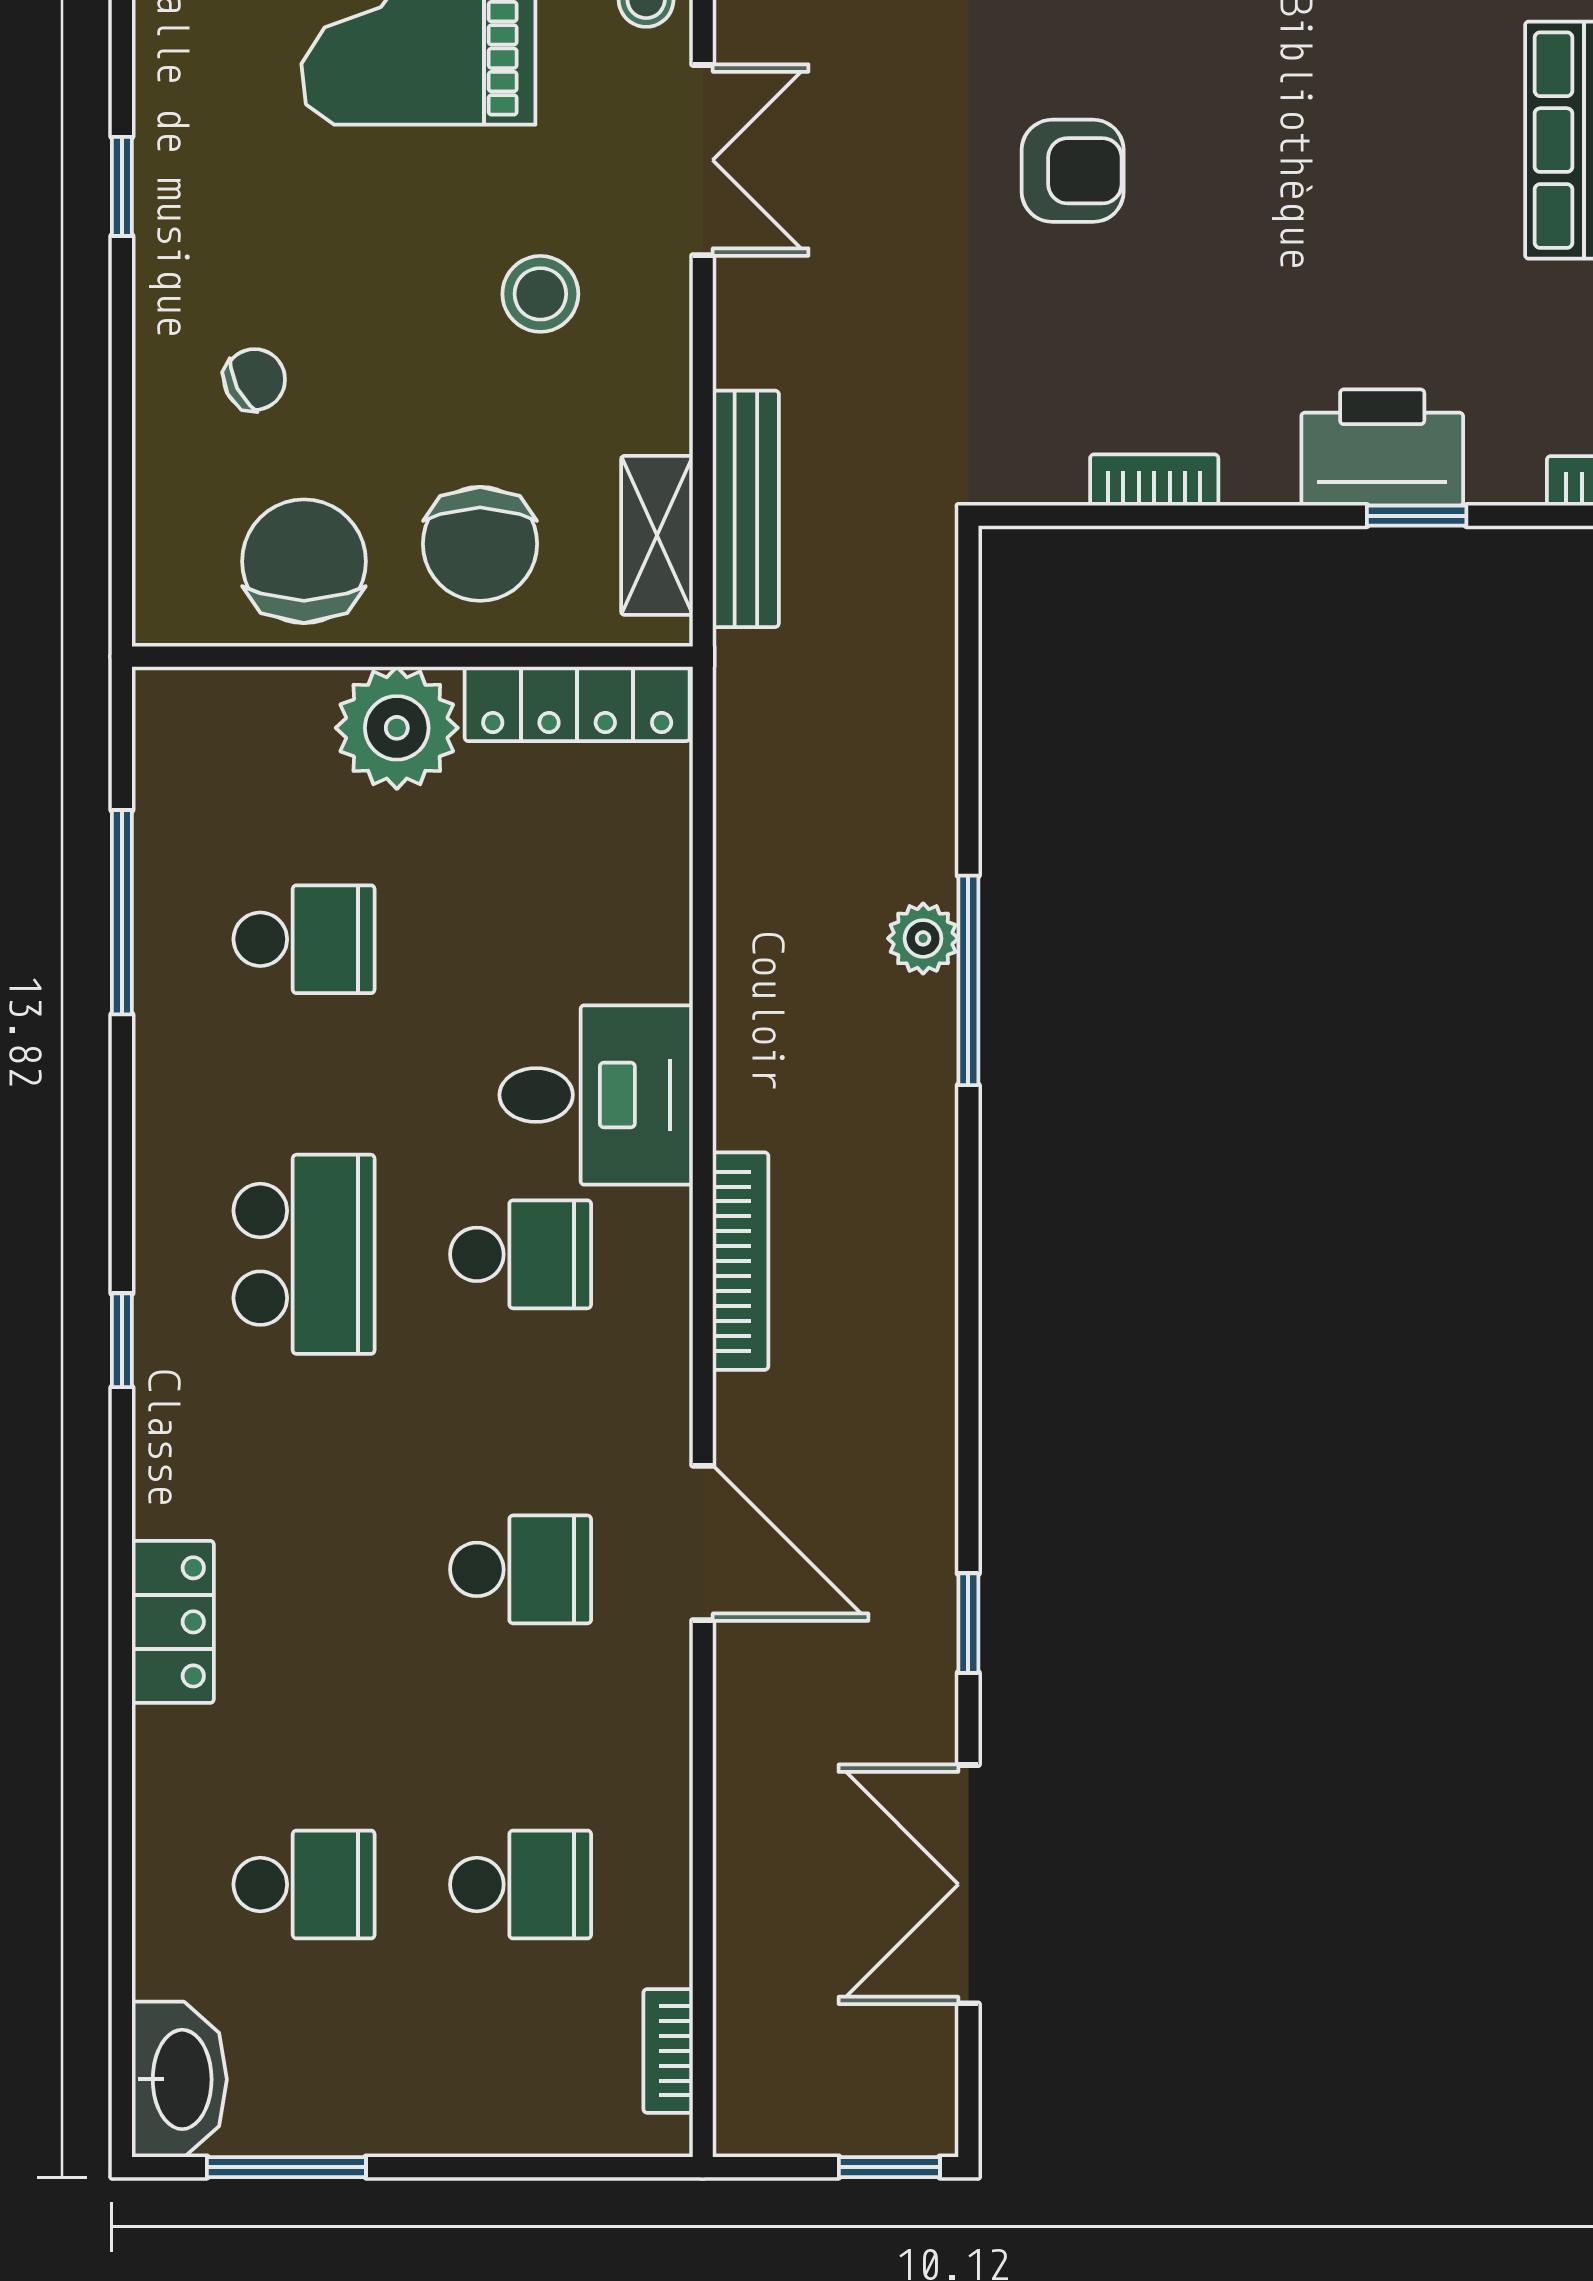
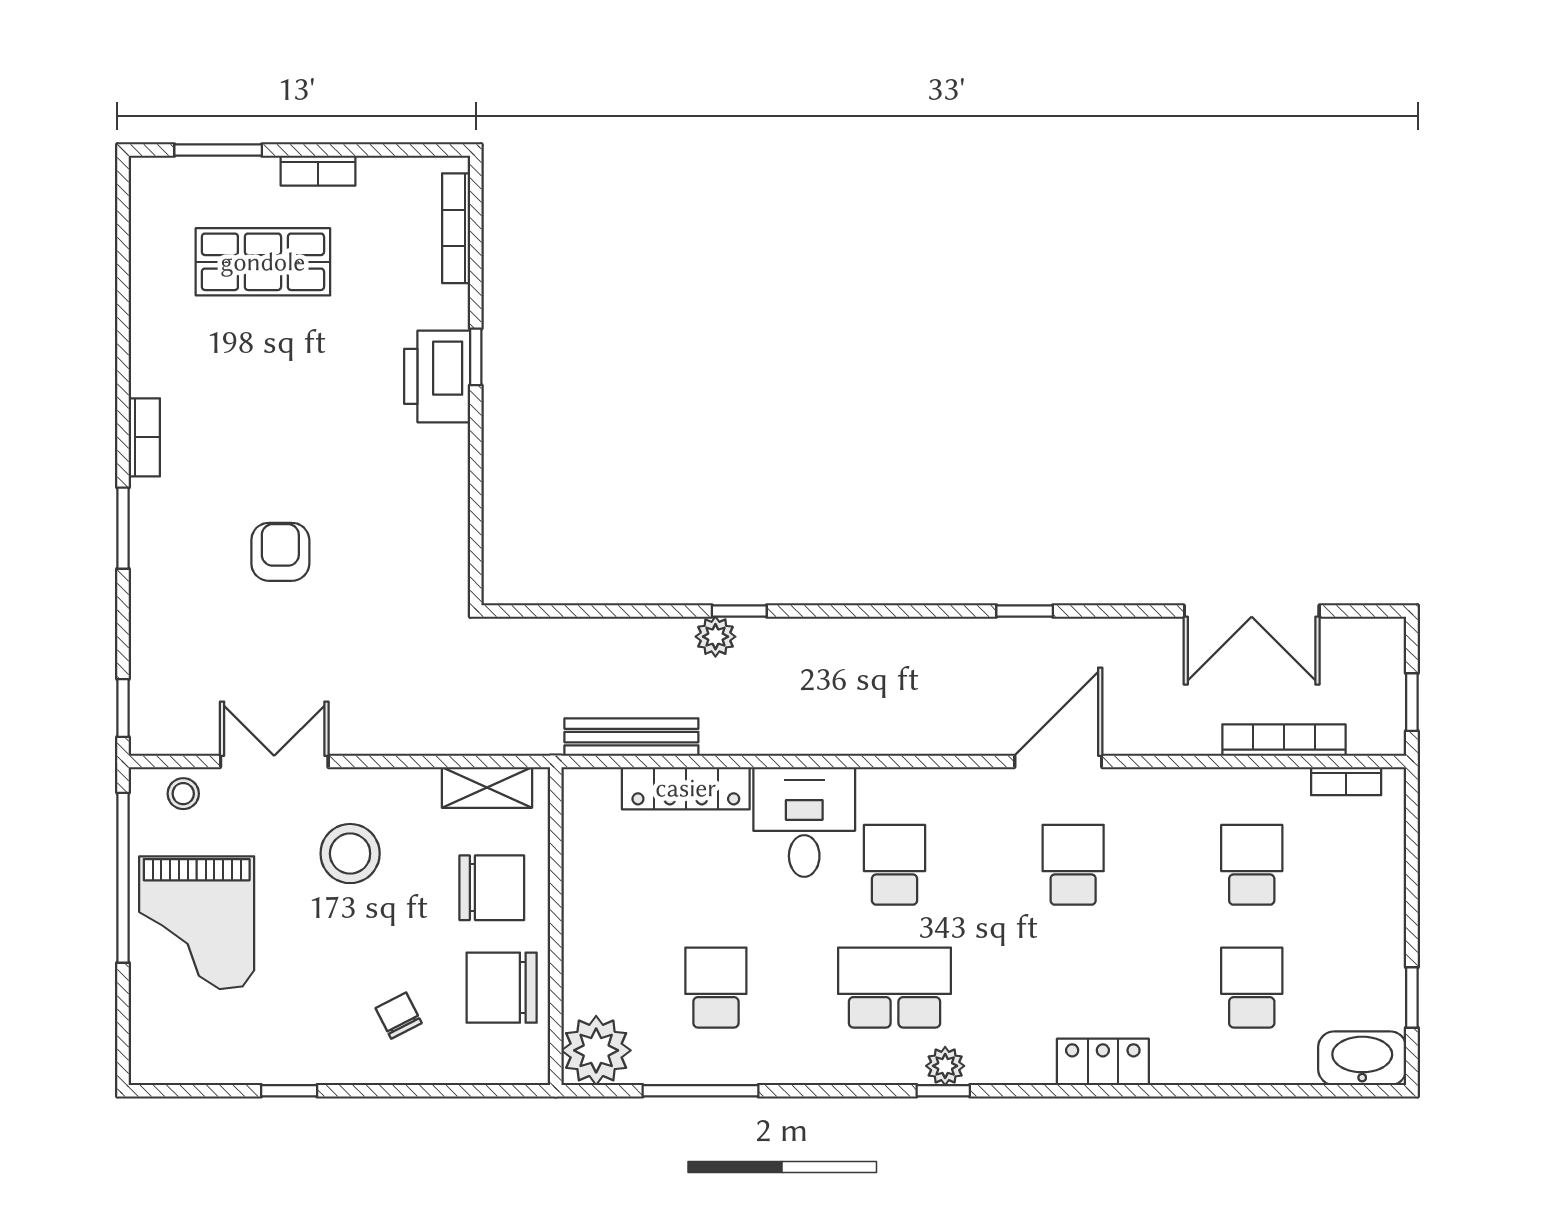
stool: (540, 294) -> (350, 854), width x1.38, depth x1.38
bookcase: (1154, 480) -> (456, 506), removed
bench: (746, 509) -> (631, 737), moved
locker: (577, 704) -> (686, 788), moved, turned 90
plant: (397, 728) -> (596, 1050), moved
window: (968, 980) -> (739, 611), width x0.46
bookcase: (741, 1261) -> (1284, 740), moved
plant: (166, 1344) -> (945, 1066), added
window: (968, 1623) -> (1025, 611), moved
window: (286, 2167) -> (1412, 998), width x0.67
window: (889, 2167) -> (1412, 702), moved

